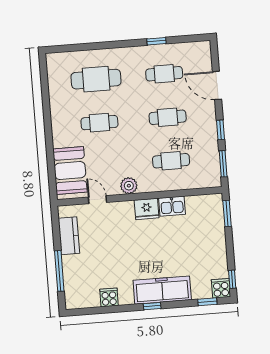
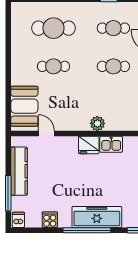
cafe table: (171, 161) -> (113, 105), removed
plant: (129, 186) -> (97, 123), moved
kitchen counter: (69, 236) -> (19, 171), width x1.50
dishwasher: (73, 300) -> (18, 220), added
window: (152, 306) -> (87, 230), width x3.17

